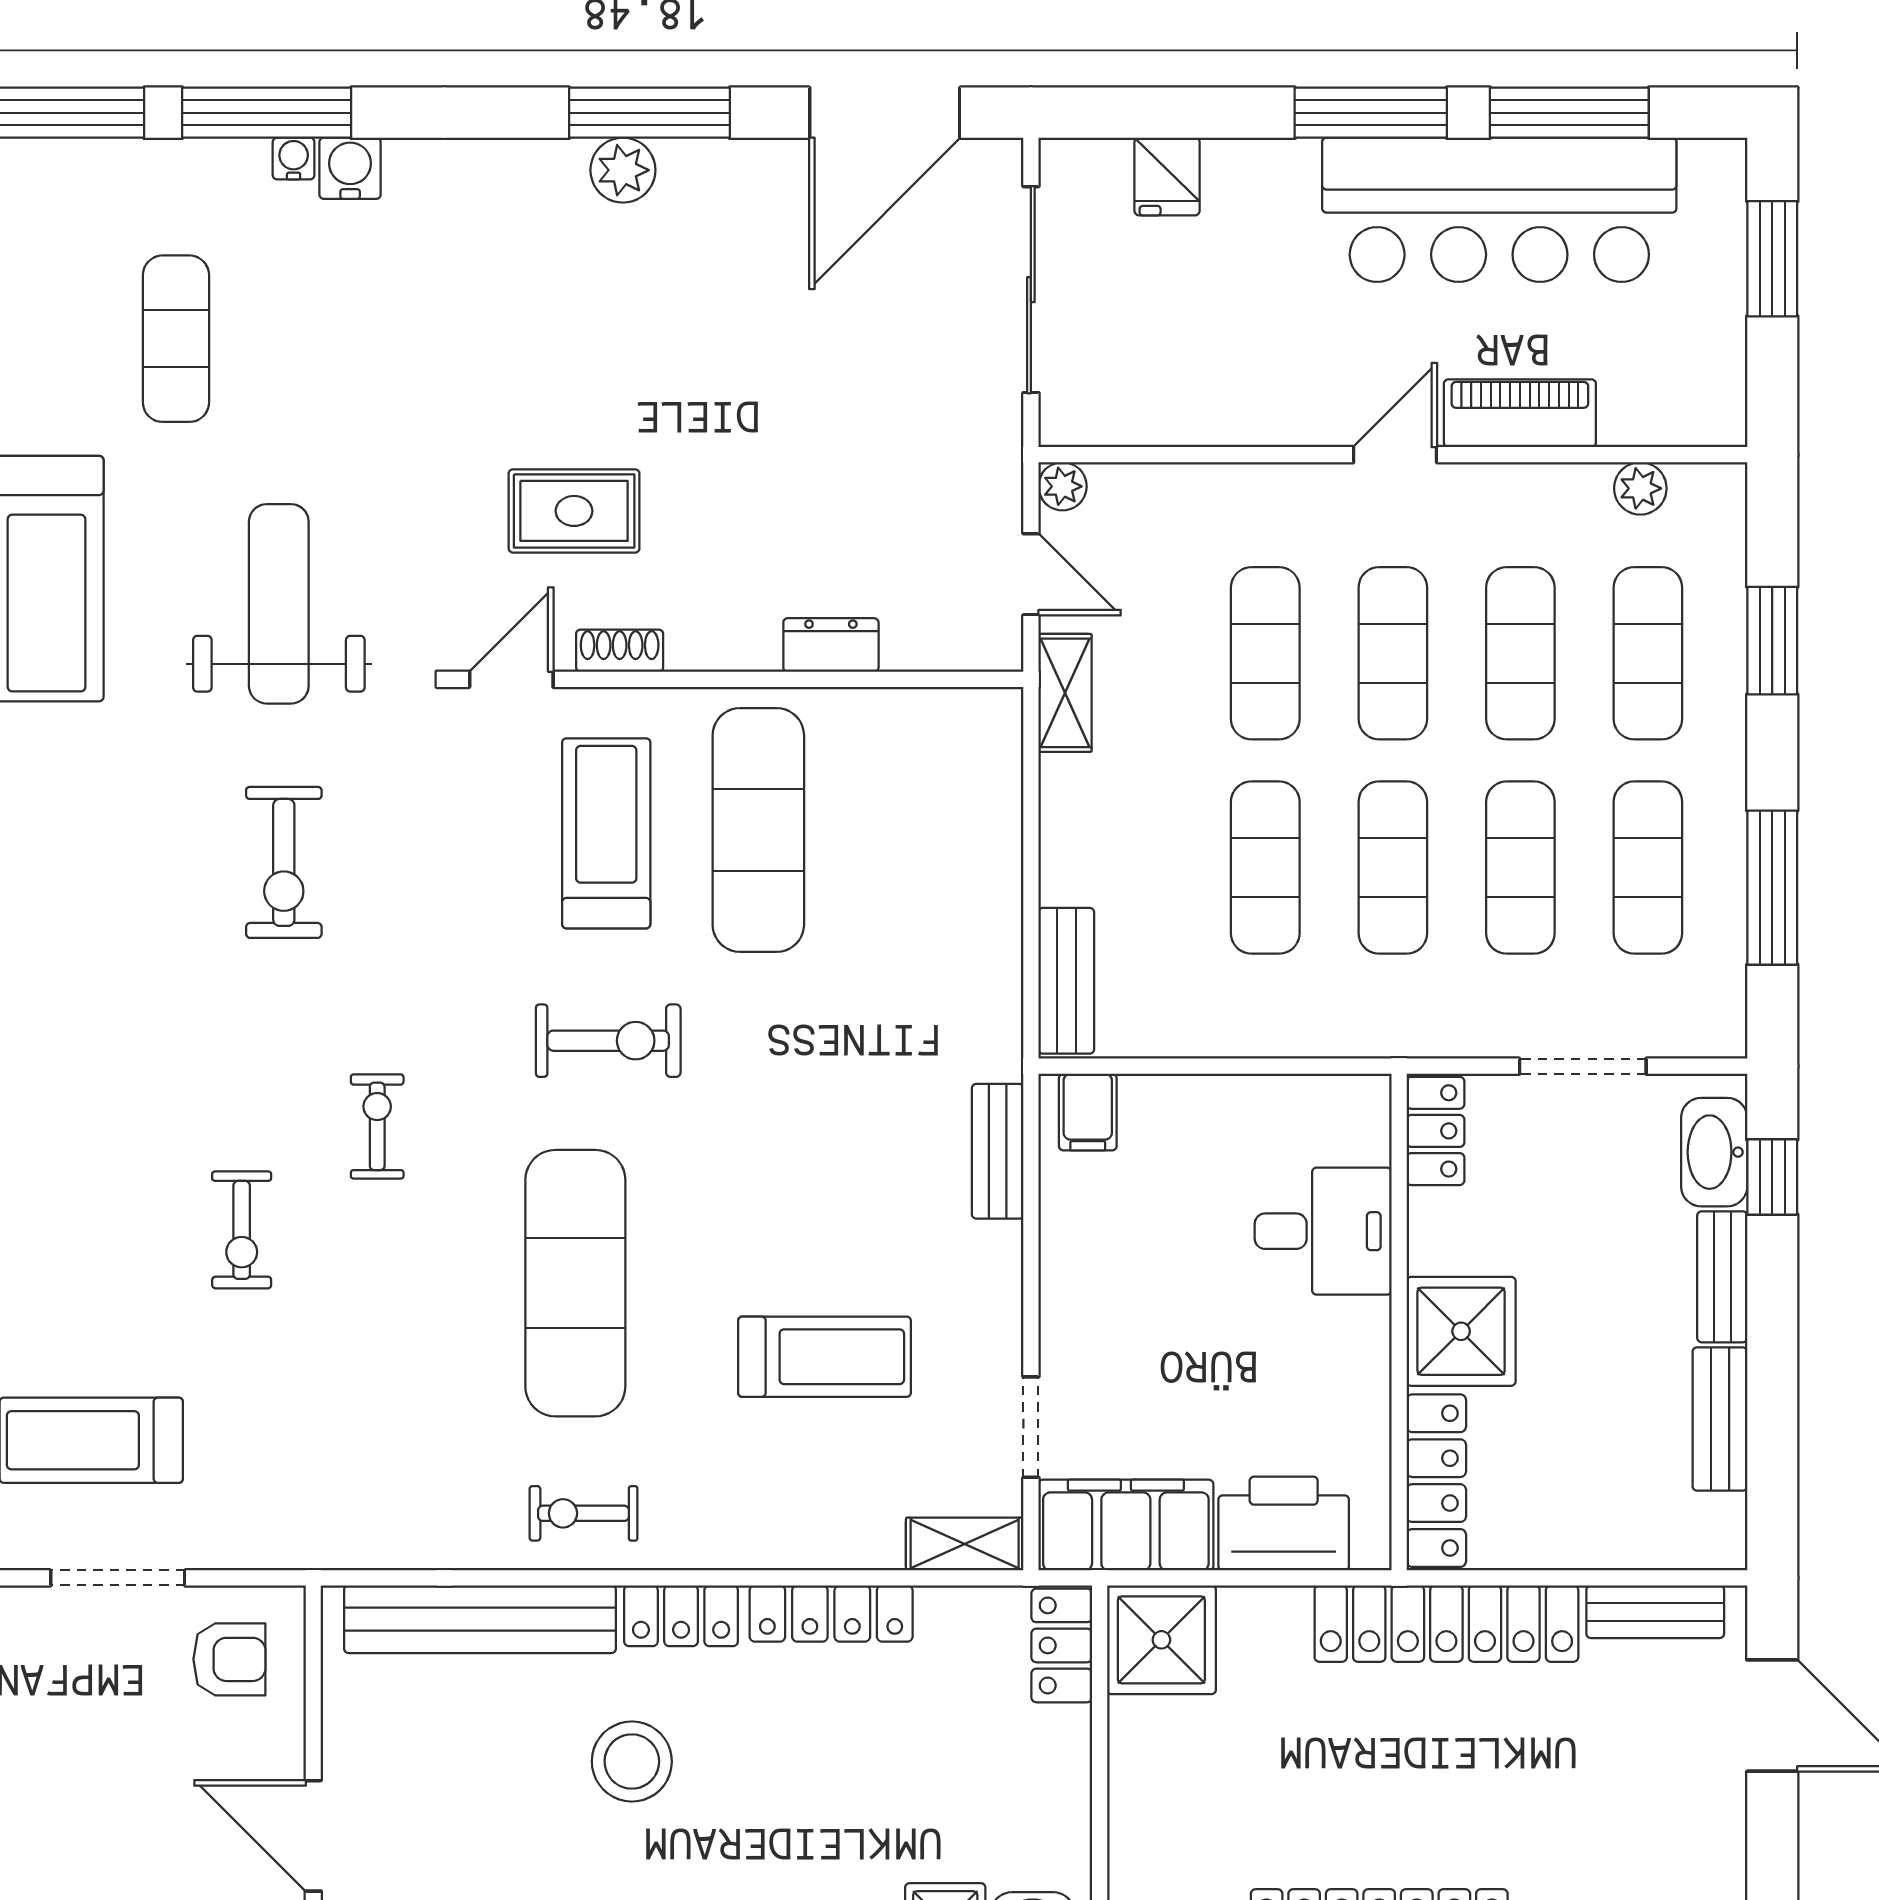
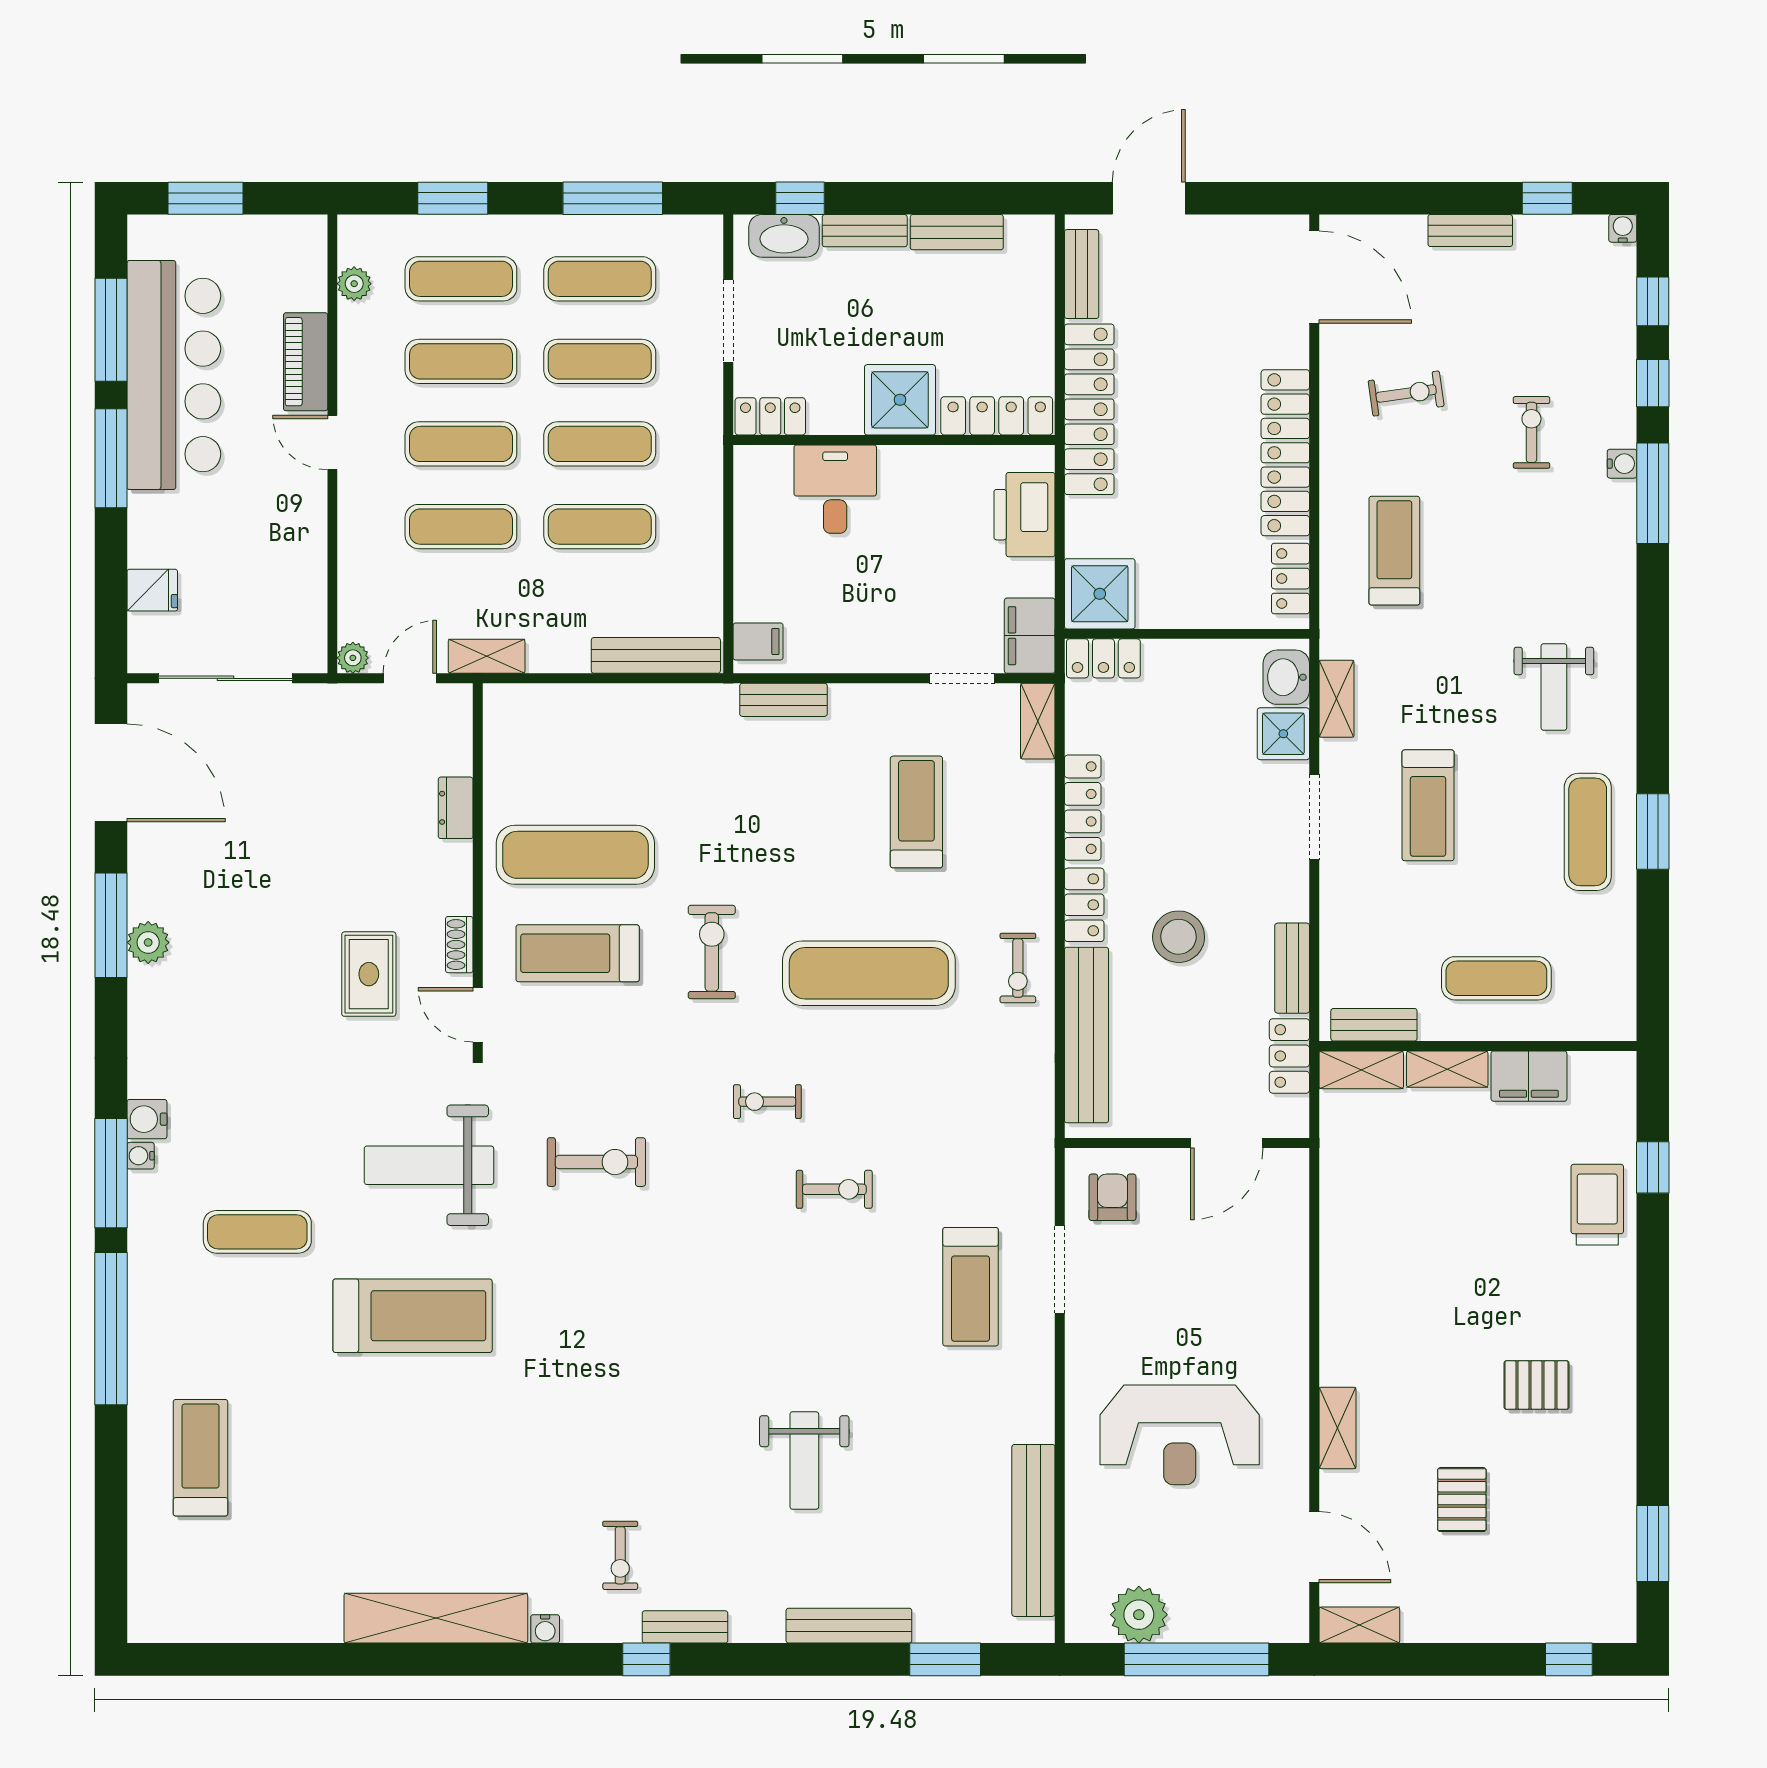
bench: (1066, 981) -> (656, 655), width x1.36
filing cabinet: (1126, 1525) -> (1030, 636), width x0.67, depth x0.86

